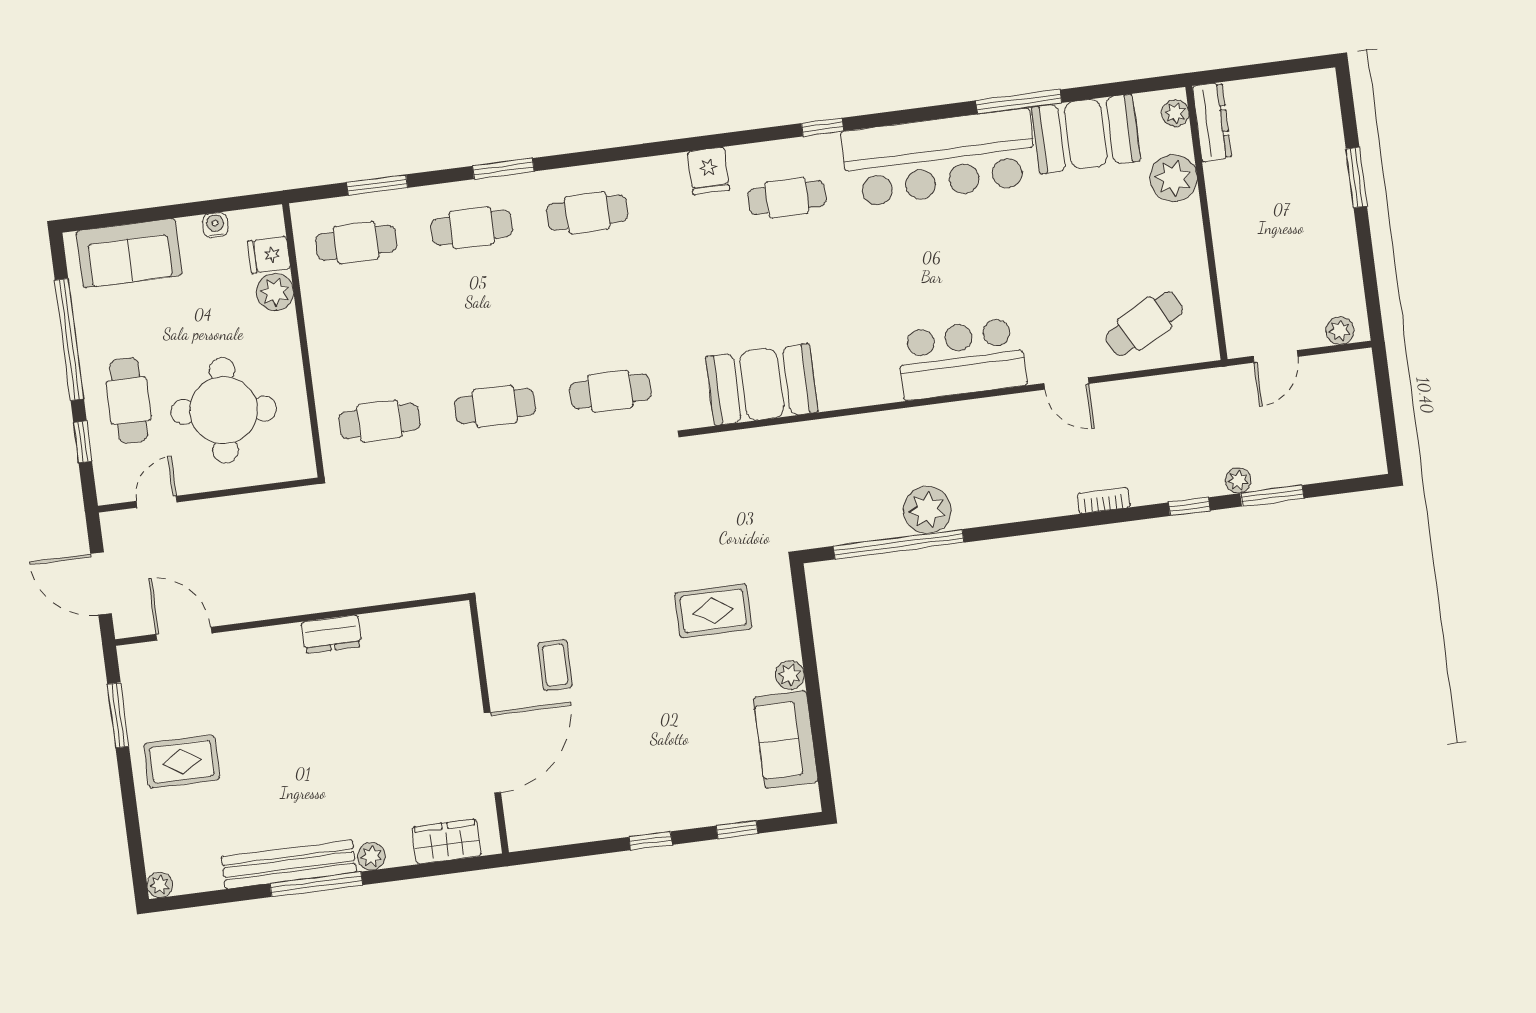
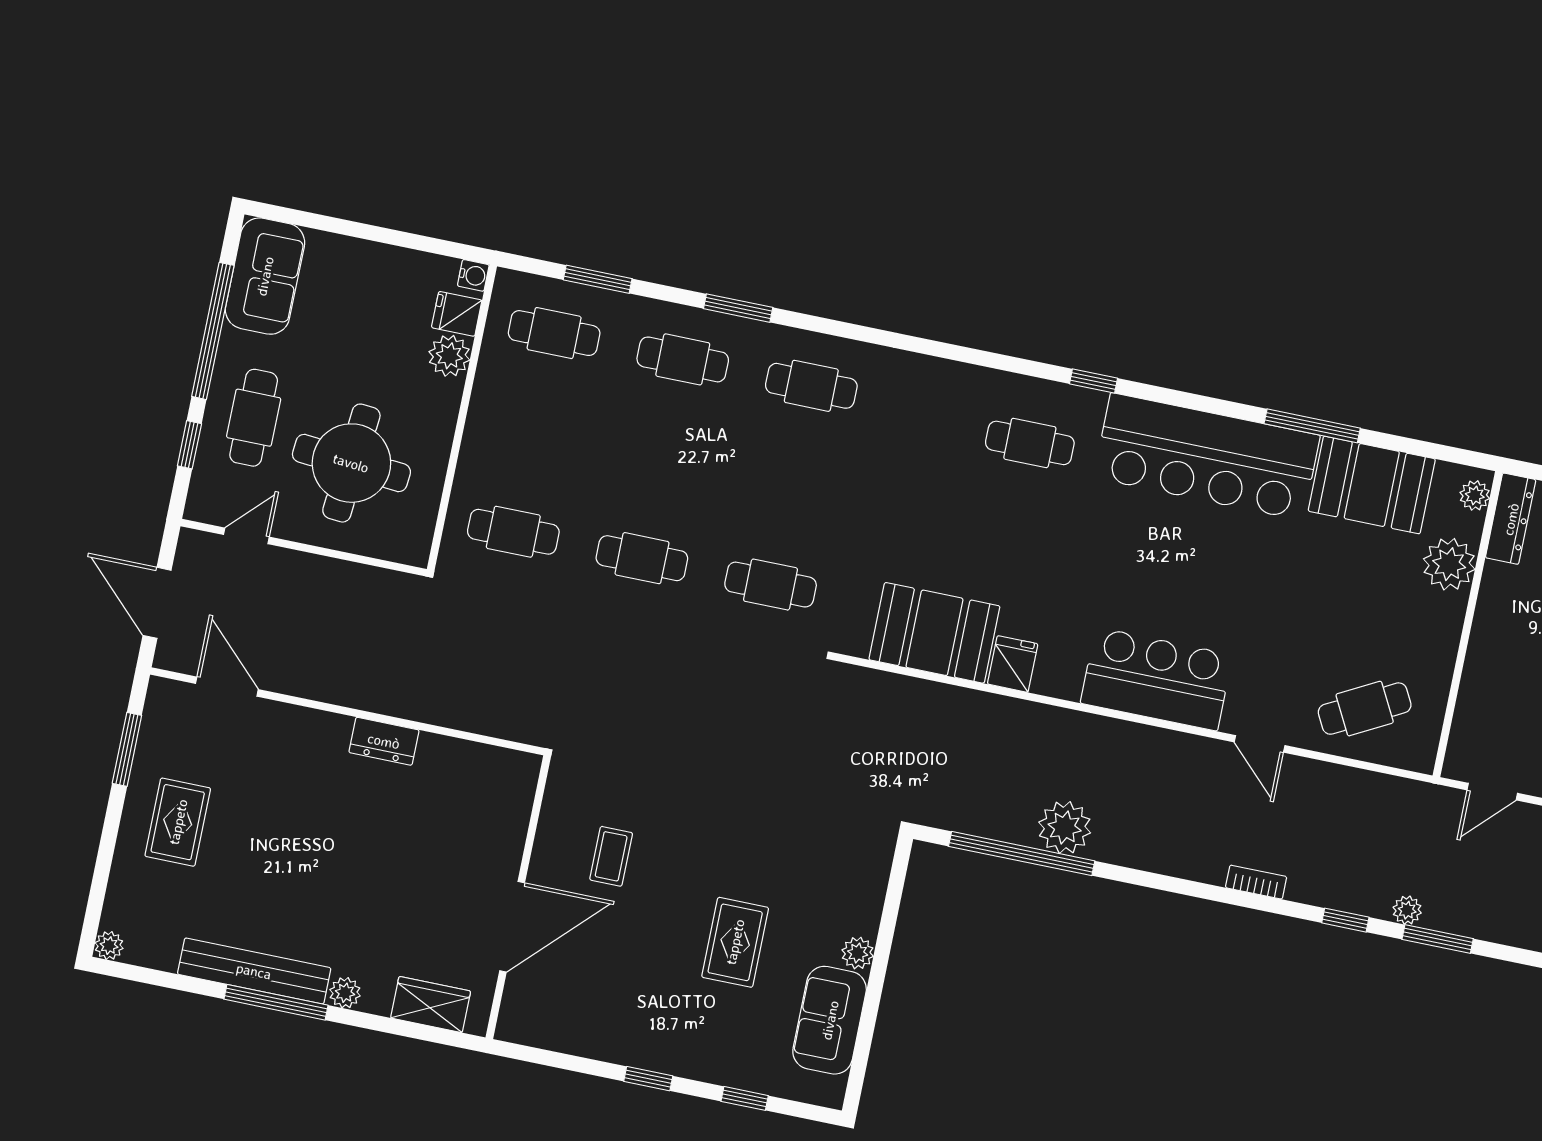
fridge: (709, 171) -> (1013, 664), moved, turned 180
water cooler: (215, 225) -> (473, 275), moved, turned 90
sofa: (129, 253) -> (265, 276), moved, turned -90
rug: (713, 611) -> (735, 942), moved, turned 90
rug: (182, 762) -> (178, 822), turned 90

